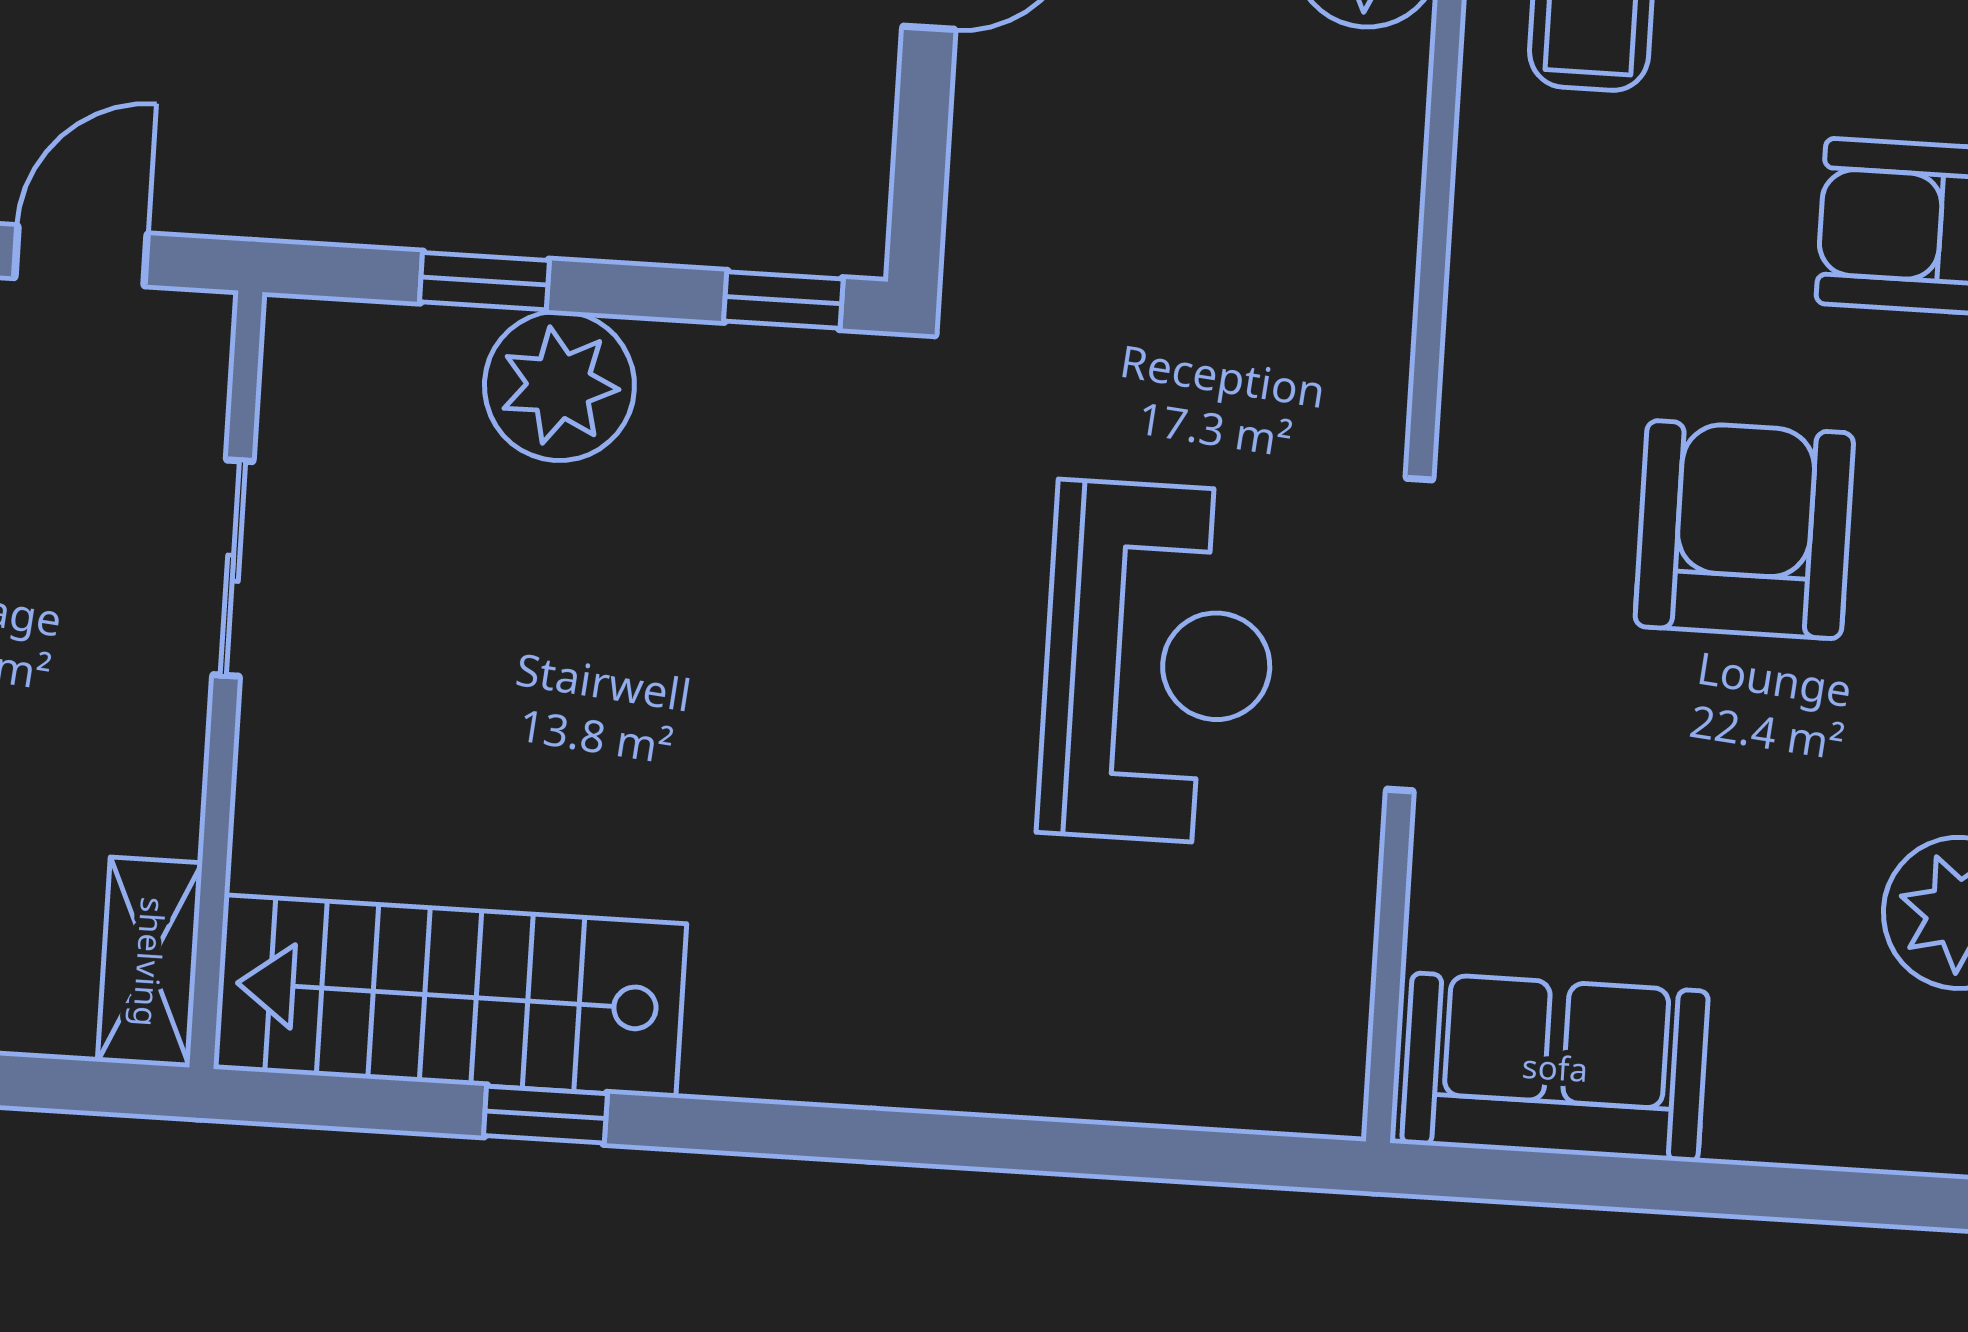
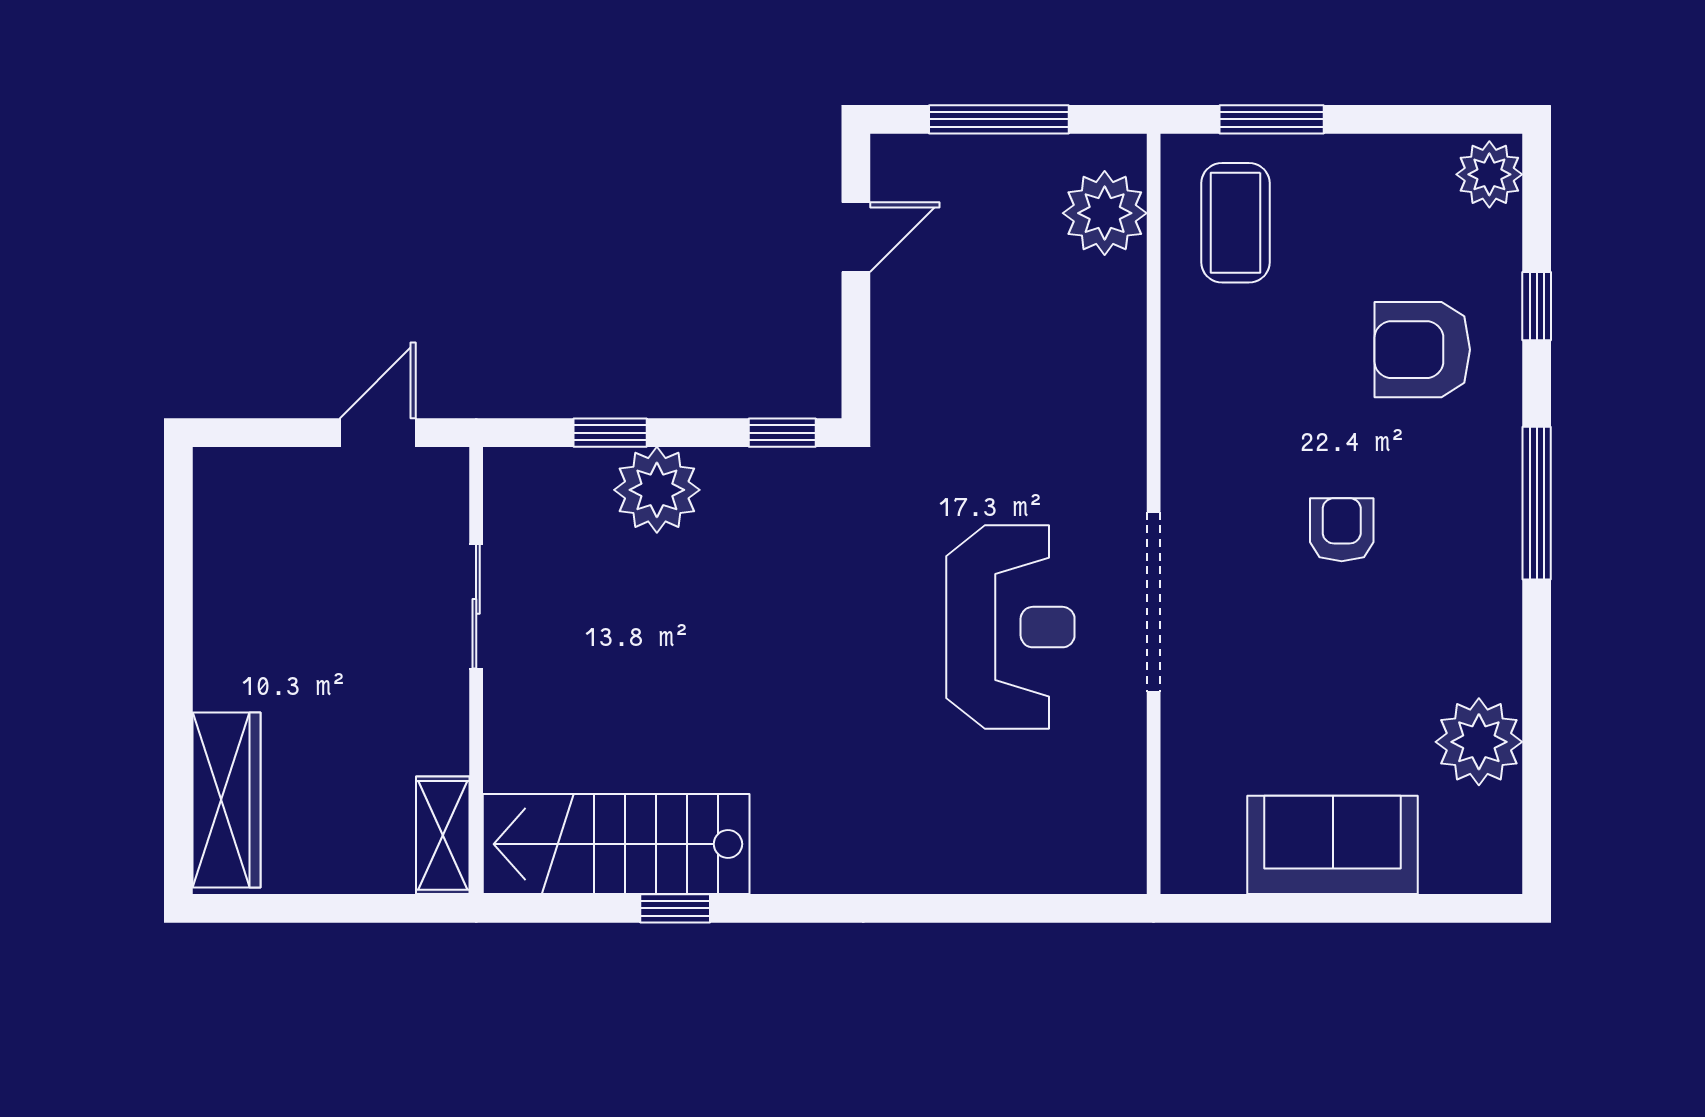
armchair: (1744, 530) -> (1342, 530), width x0.53, depth x0.53
sofa: (1555, 1067) -> (1333, 845), moved

